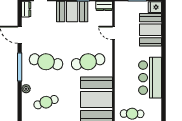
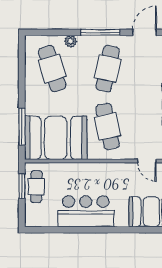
door: (113, 33) -> (147, 161), swing flipped
cafe table: (46, 102) -> (52, 69), width x1.37, depth x1.35

